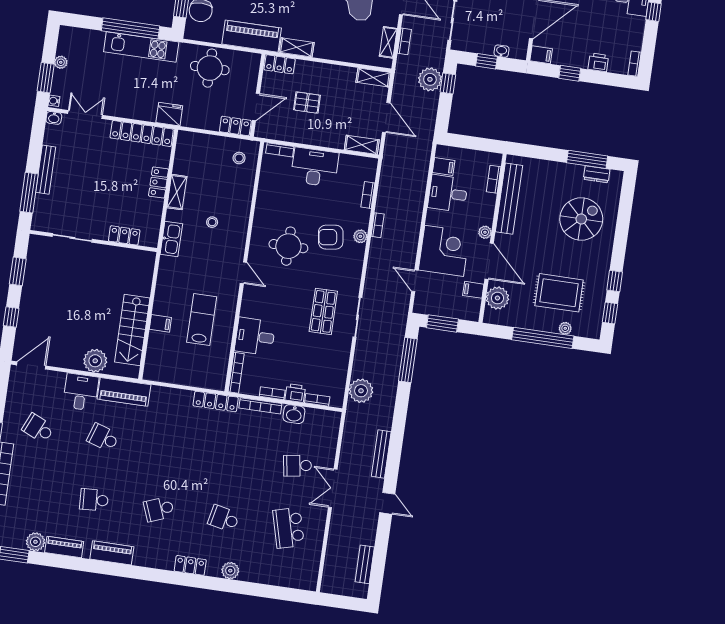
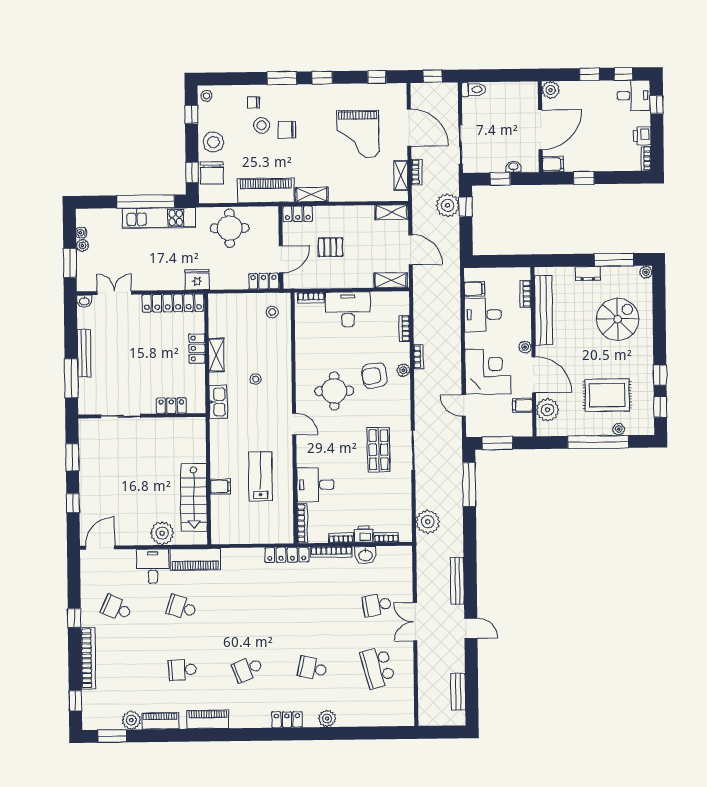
printer: (598, 62) -> (642, 136), moved, turned -90
water cooler: (54, 101) -> (81, 233), moved
dresser: (597, 174) -> (588, 274), moved
plant: (617, 177) -> (646, 272), added

